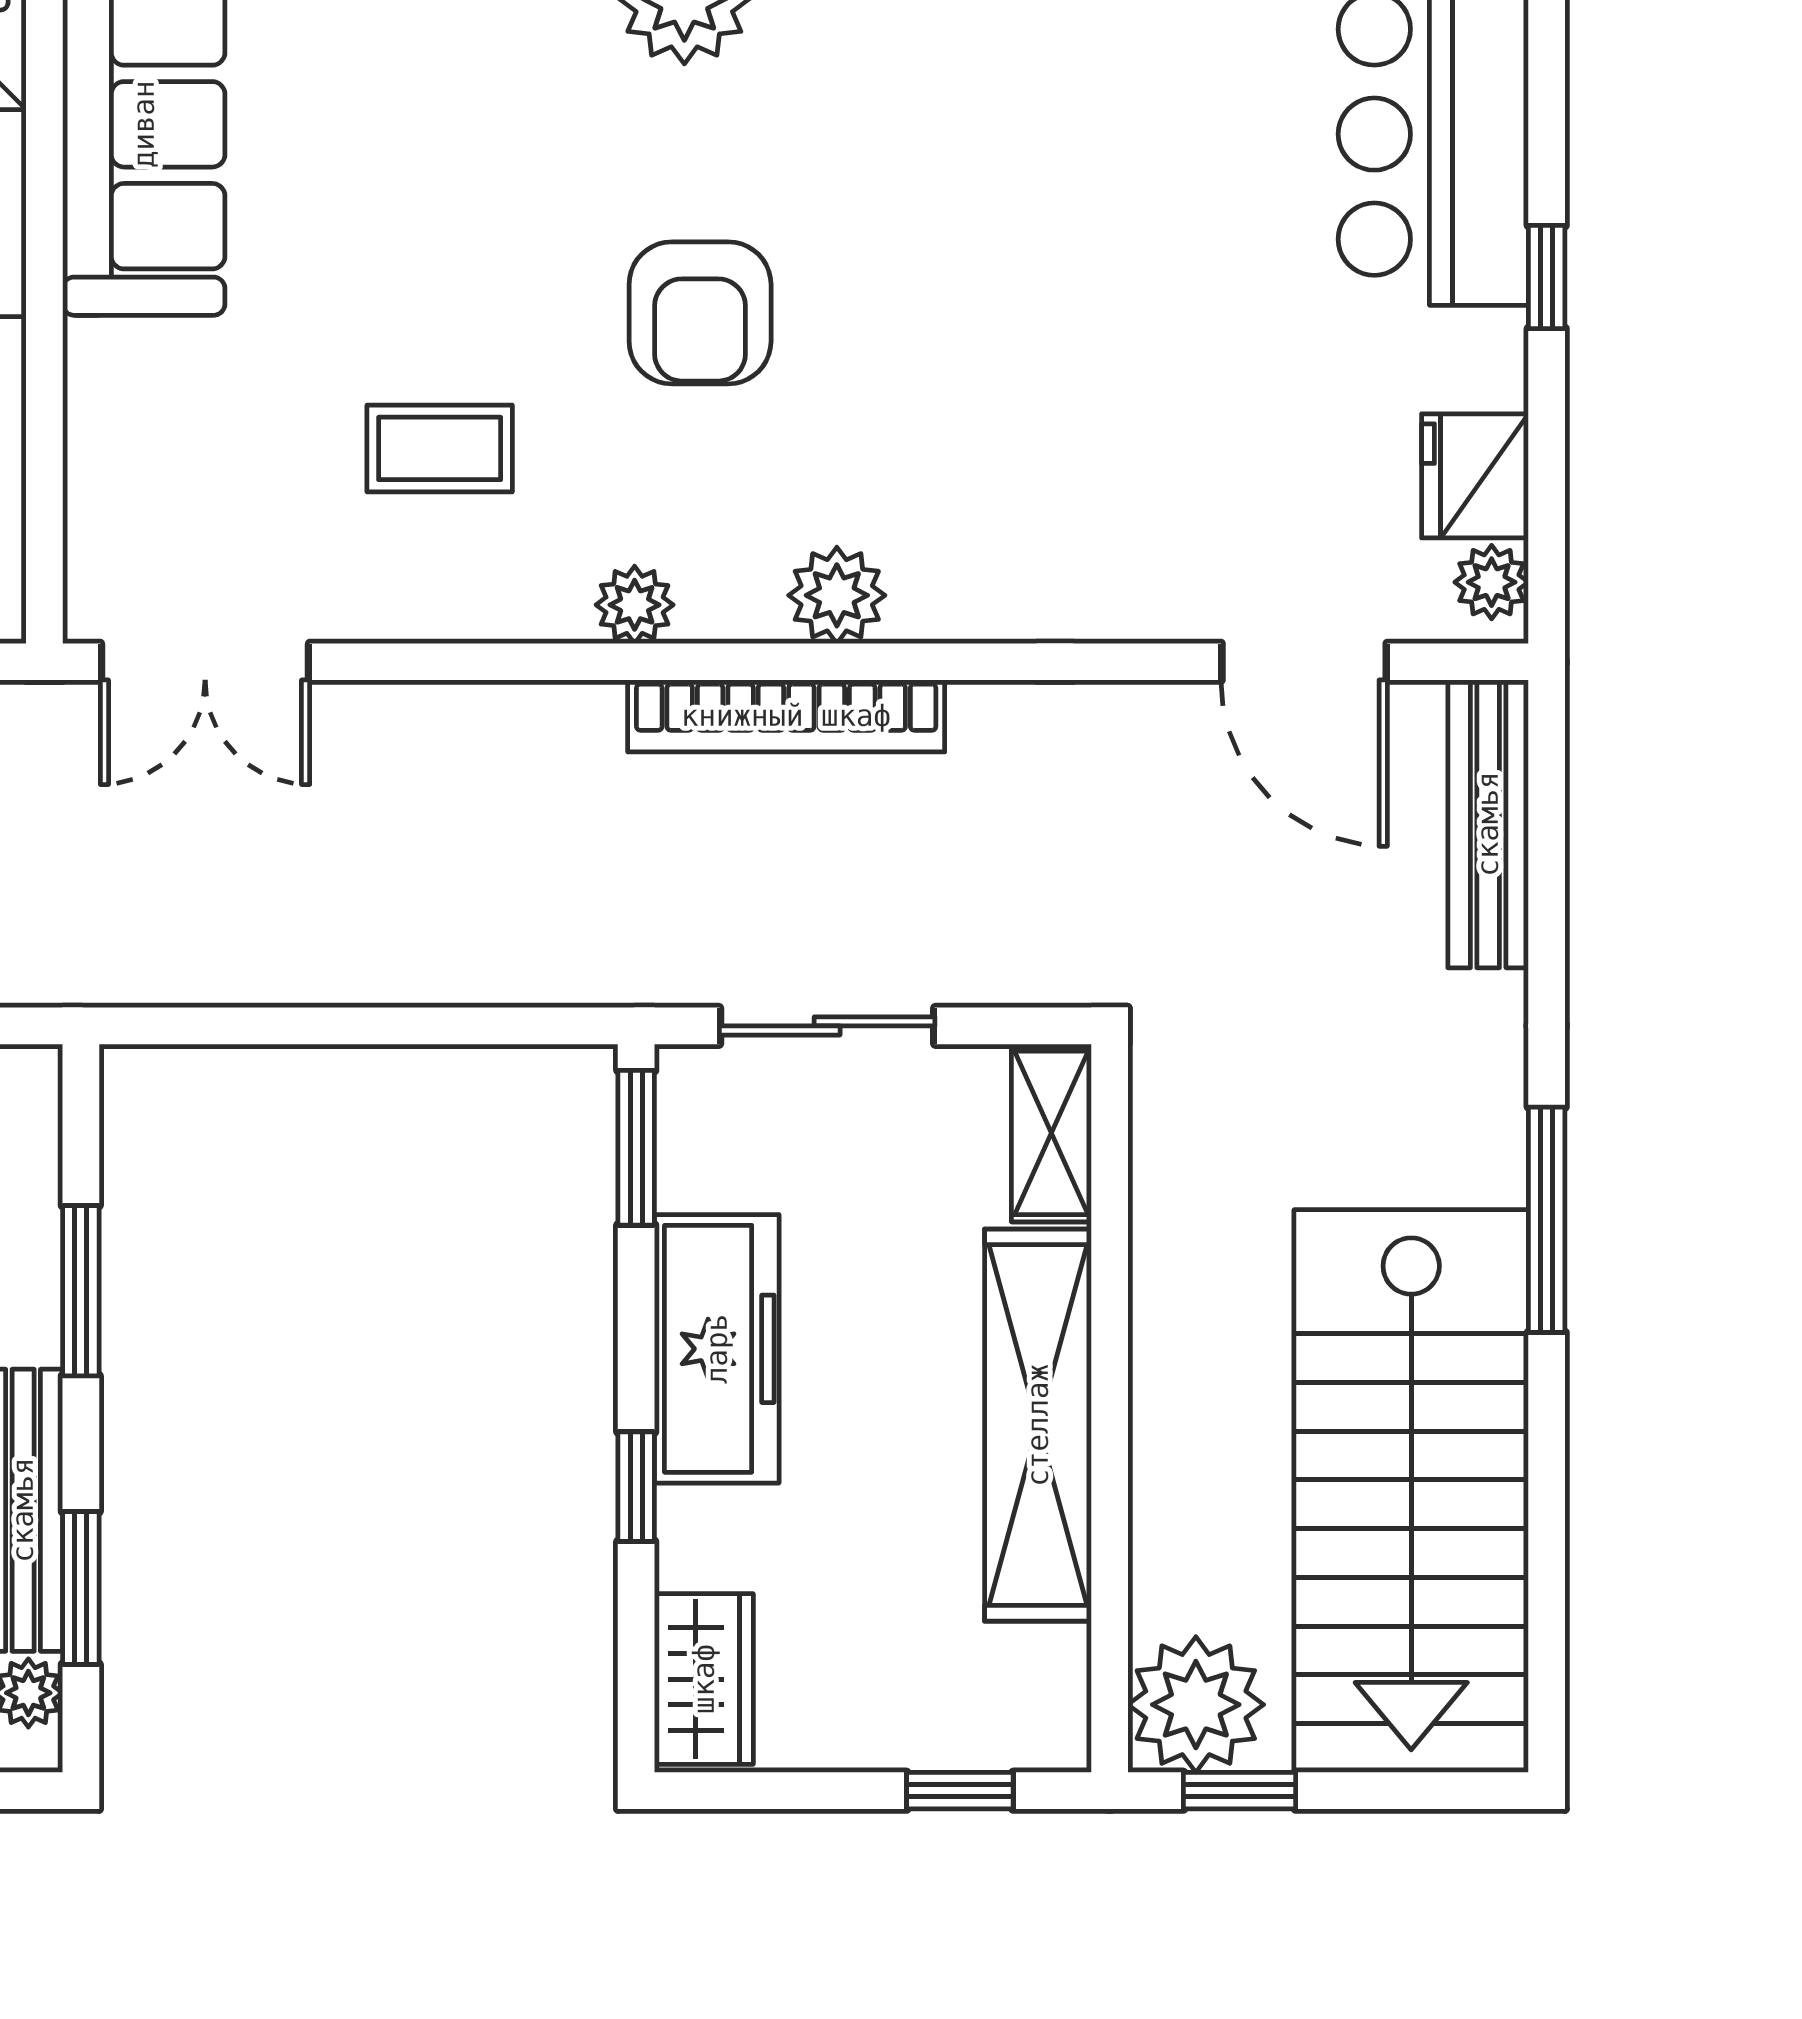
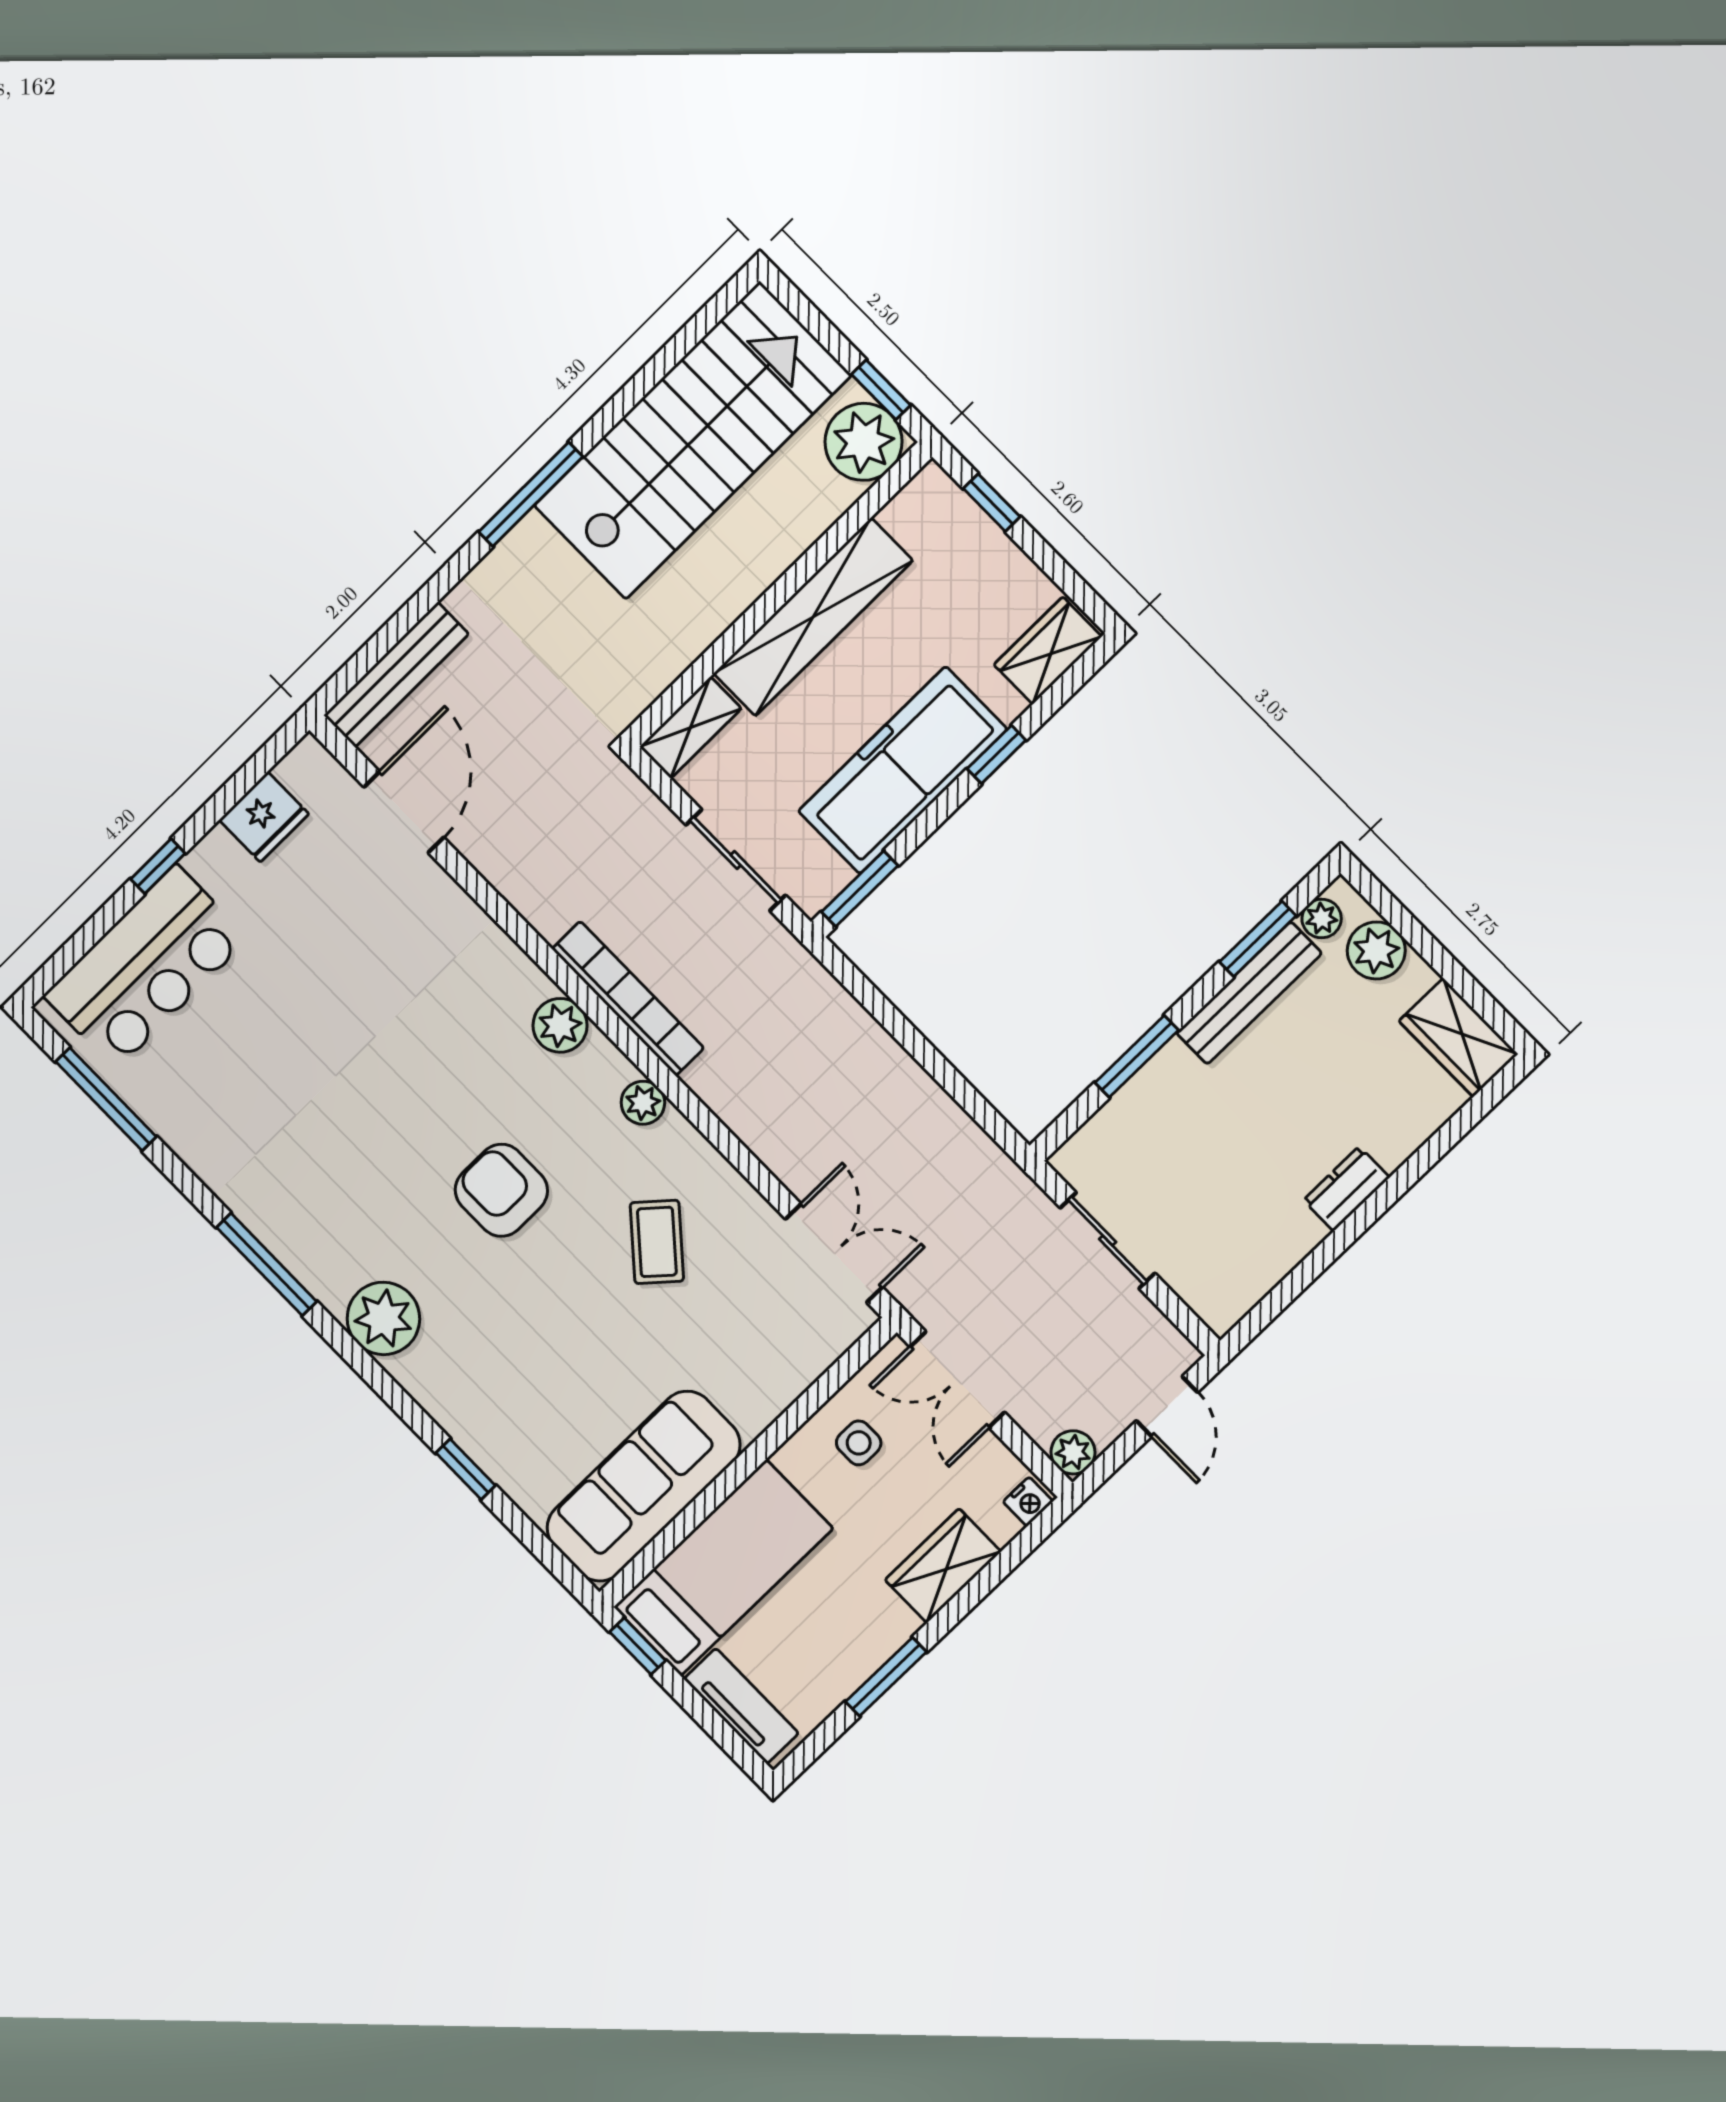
armchair: (700, 313) -> (501, 1190), turned -90
coffee table: (440, 448) -> (657, 1242), turned 41
plant: (1492, 582) -> (299, 769), removed
freezer: (717, 1349) -> (903, 770), width x1.36, depth x1.26

